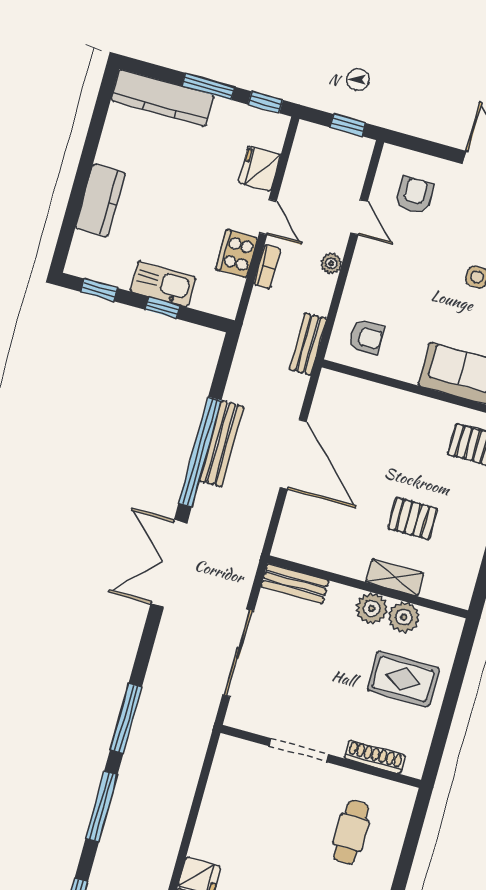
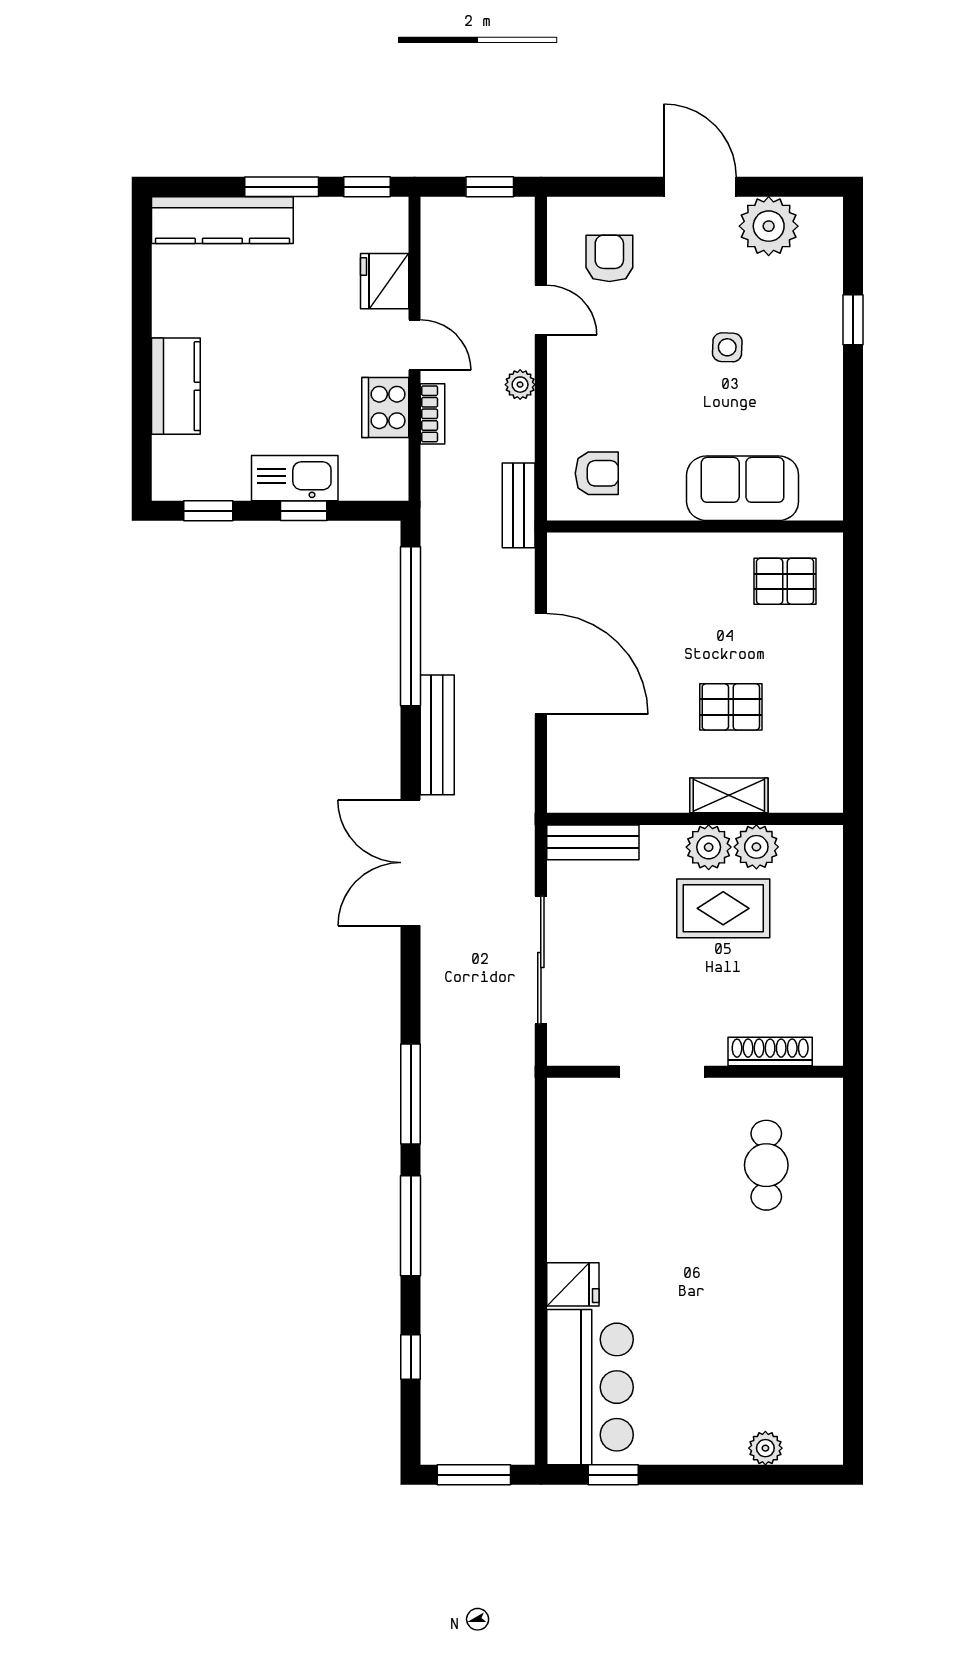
bench: (221, 444) -> (437, 735), moved
window: (200, 452) -> (411, 626), moved
rug: (403, 679) -> (723, 908), moved

